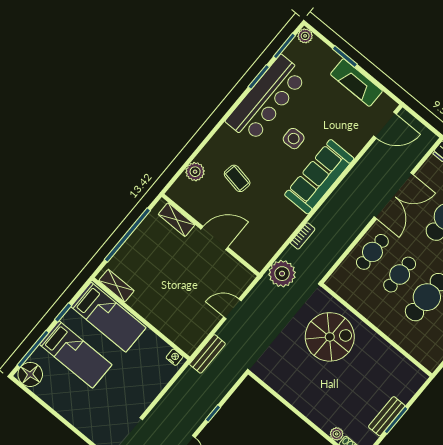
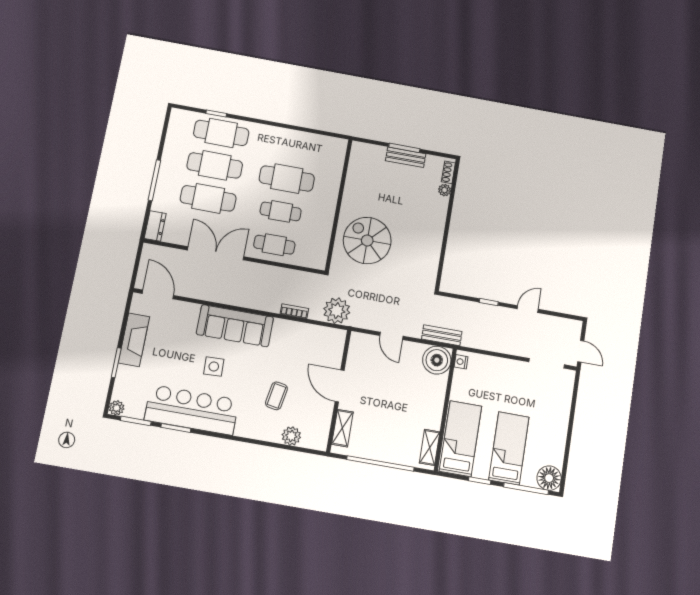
boiler: (188, 337) -> (437, 360), added

